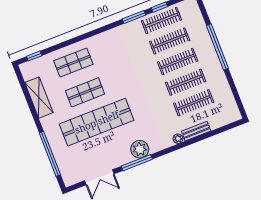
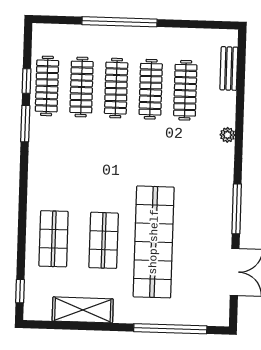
bench: (196, 131) -> (229, 68), moved
plant: (140, 149) -> (219, 197), removed

